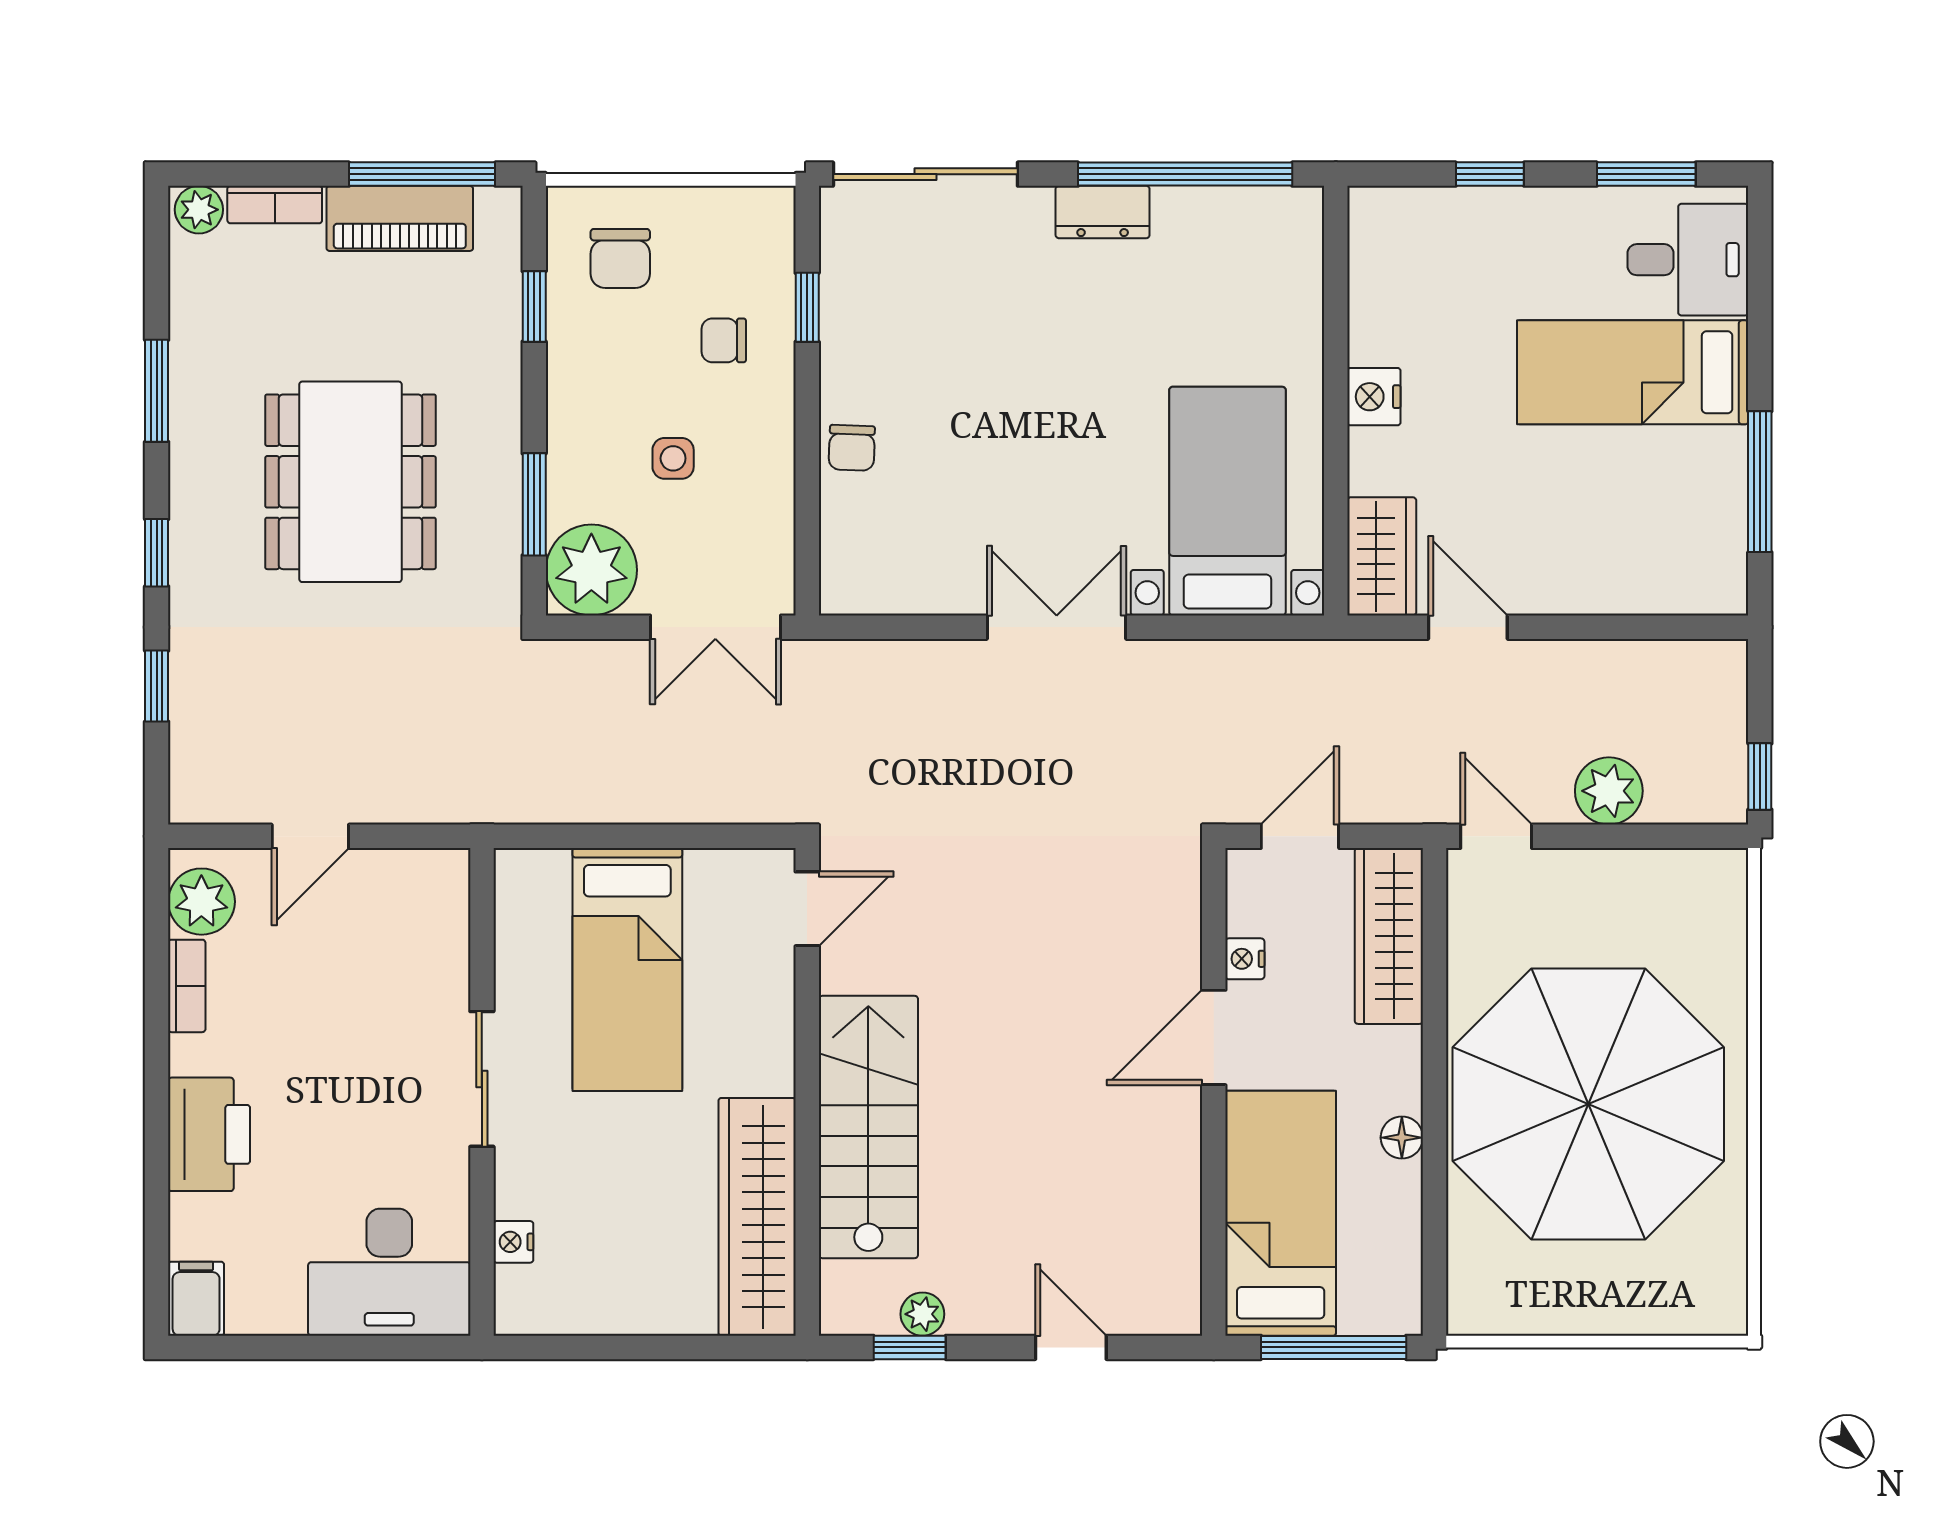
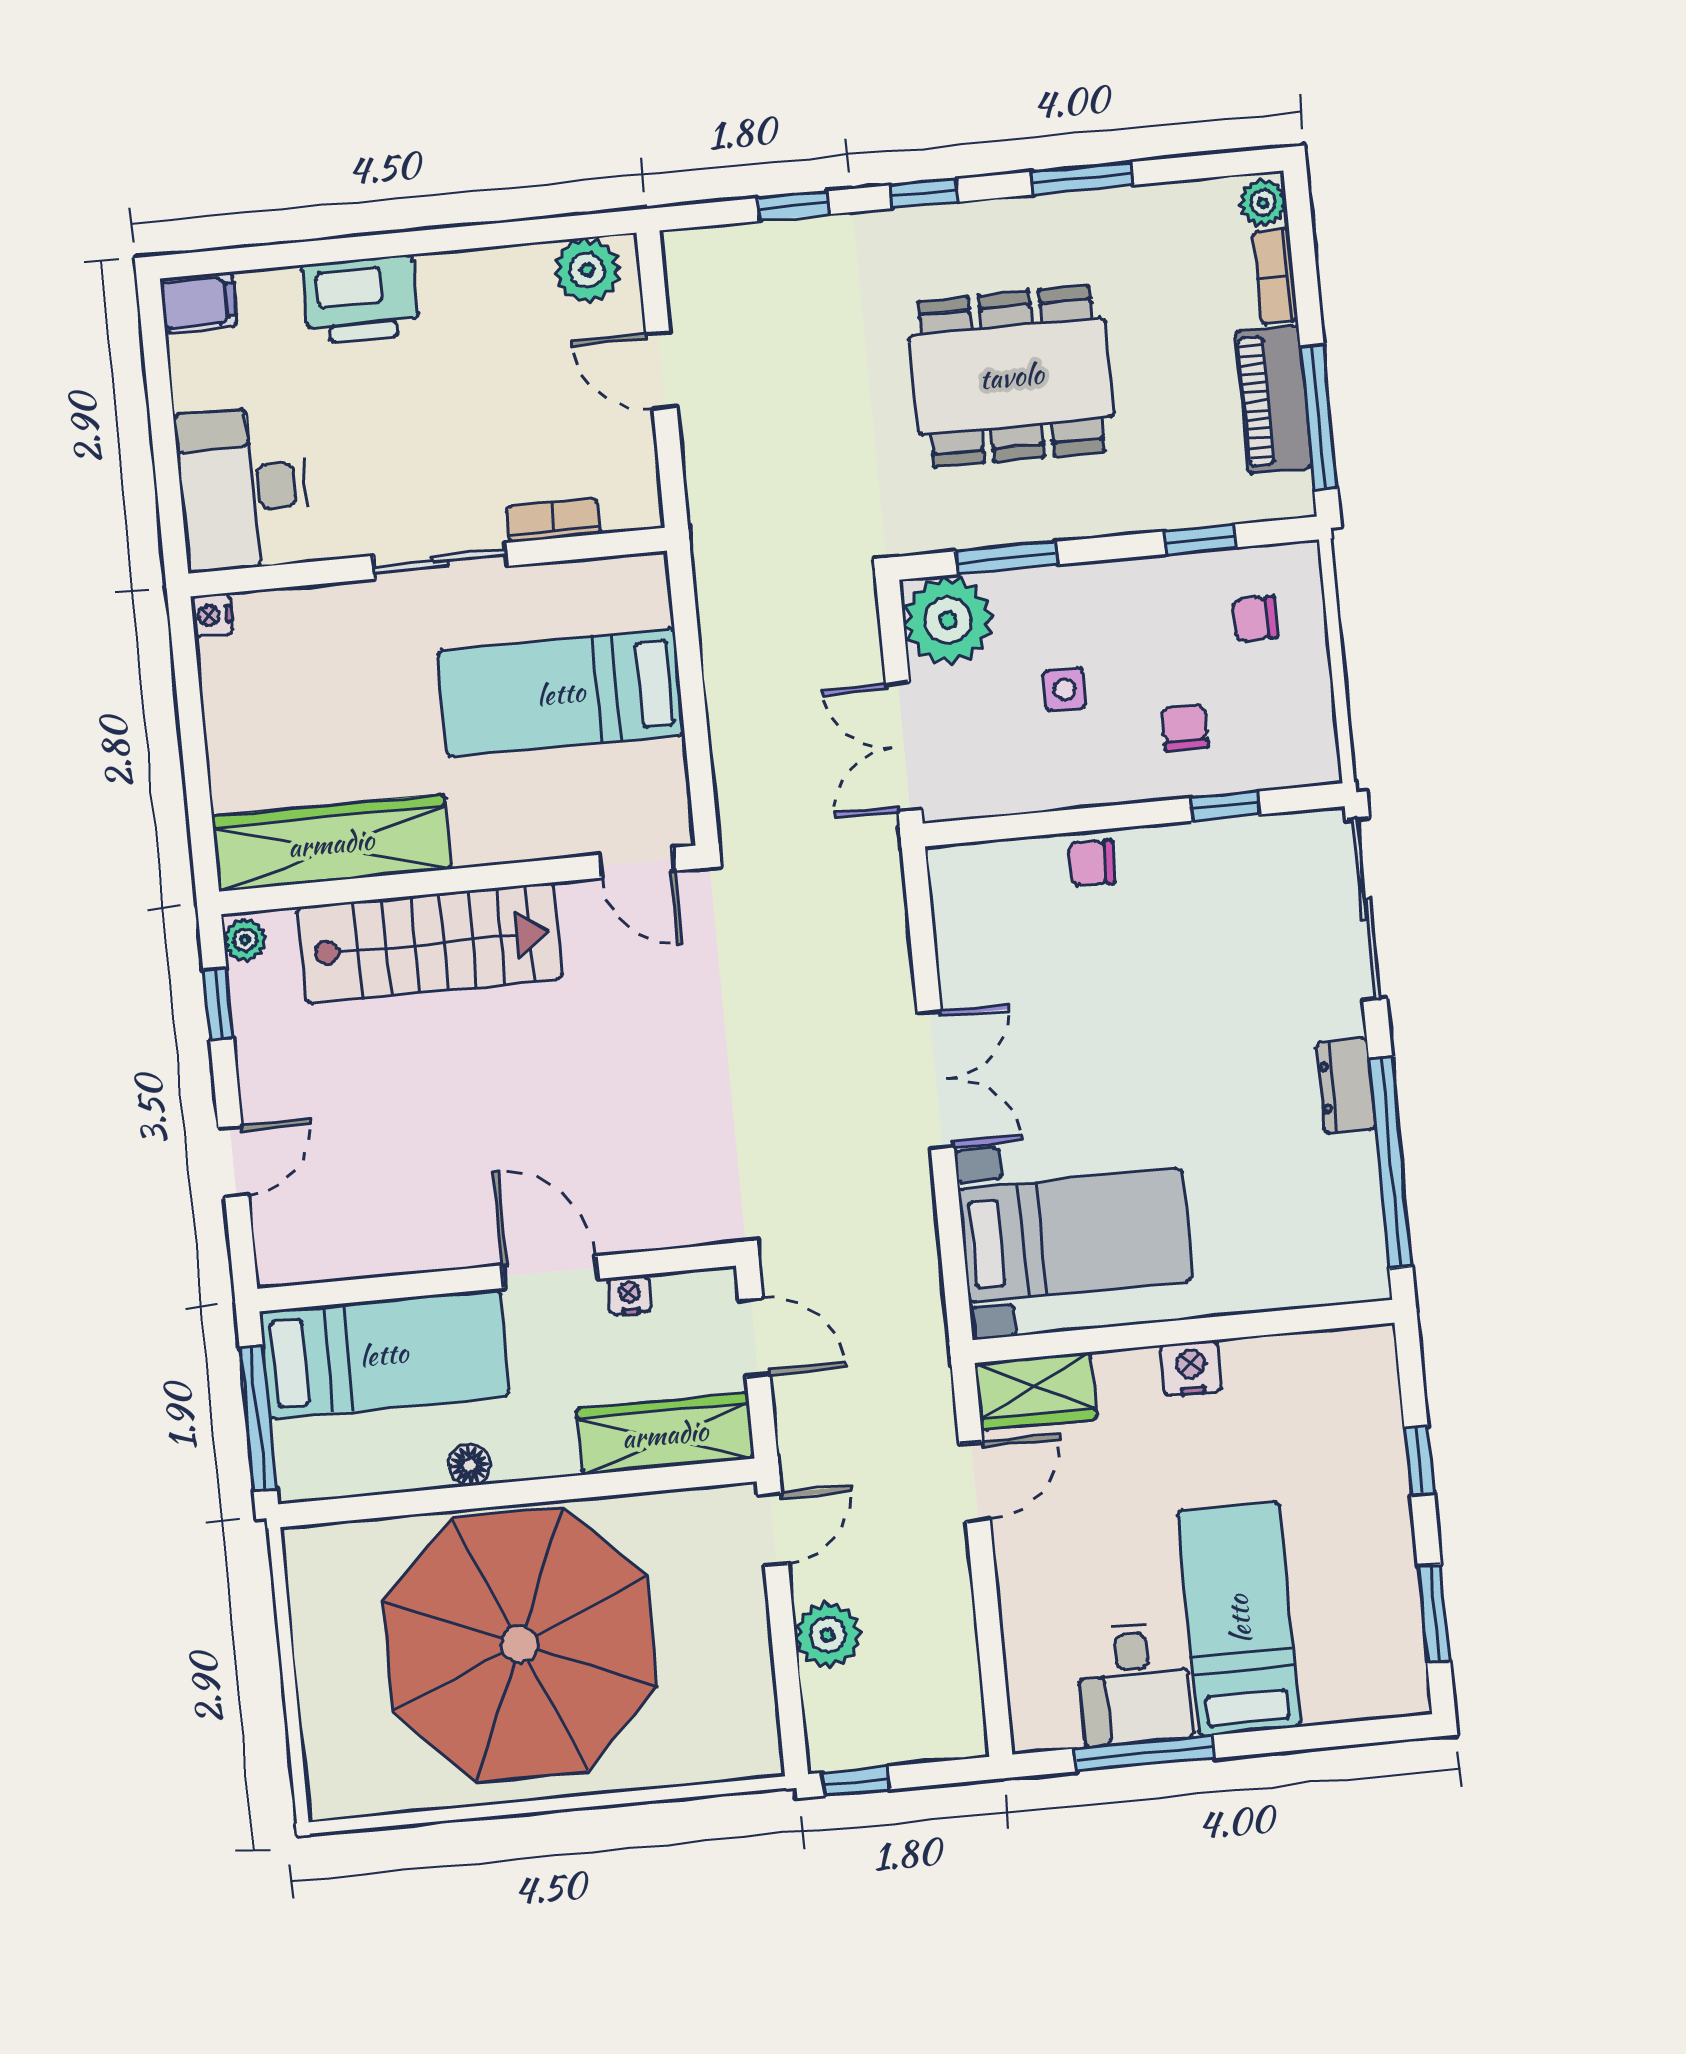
chair: (620, 258) -> (1255, 619), width x0.73, depth x0.73
desk: (1688, 260) -> (1134, 1683), moved
bookcase: (187, 986) -> (553, 520), moved, turned 180
nightstand: (513, 1242) -> (212, 615), moved, turned -90
plant: (922, 1314) -> (245, 940), moved

